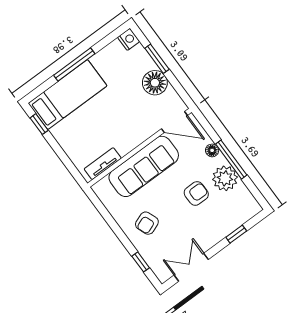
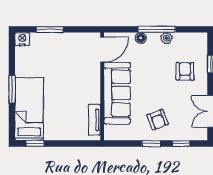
window: (74, 65) -> (12, 89), width x0.69
floor lamp: (155, 83) -> (65, 43), removed
plant: (225, 178) -> (166, 38), width x0.53, depth x0.53
armchair: (196, 193) -> (185, 71), moved
window: (120, 234) -> (151, 144), added

